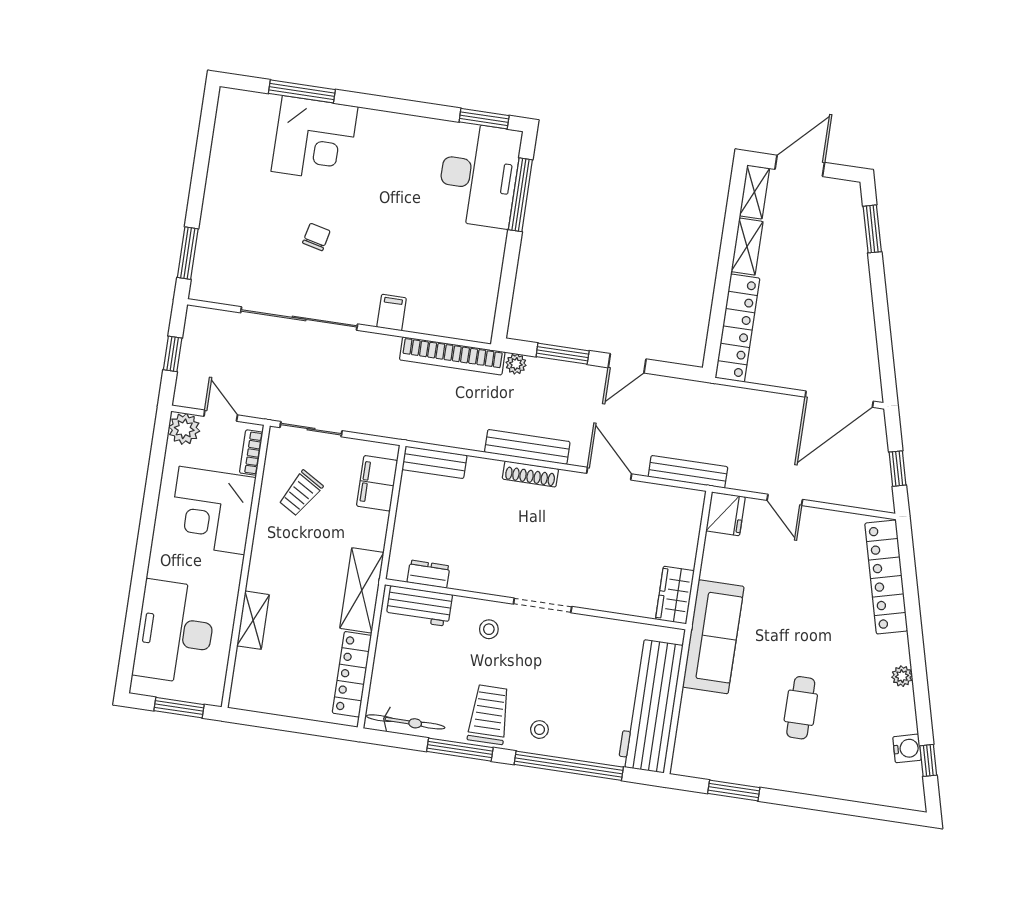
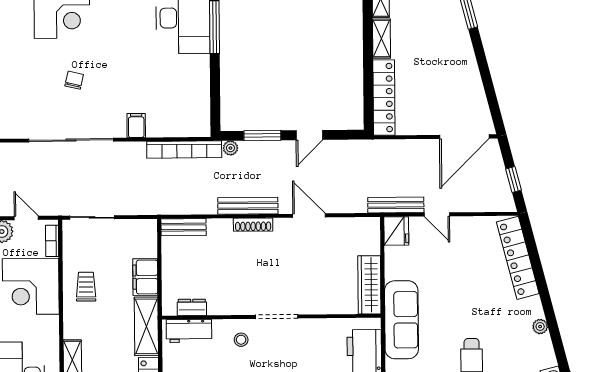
bench: (688, 472) -> (396, 205), moved
filing cabinet: (377, 483) -> (145, 277), moved
trolley: (301, 493) -> (86, 287), moved, turned 149
wardrobe: (675, 595) -> (369, 285), width x1.50

